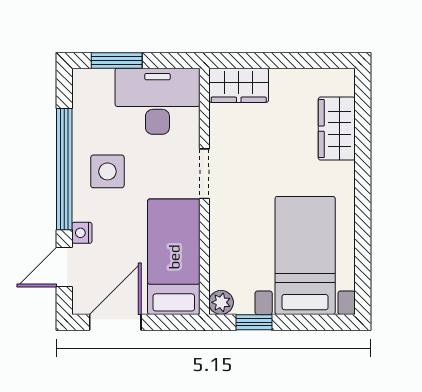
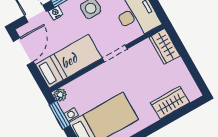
door: (115, 322) -> (23, 51), hinge flipped
window: (254, 322) -> (60, 115), width x1.50

